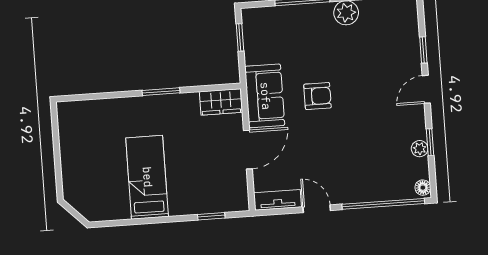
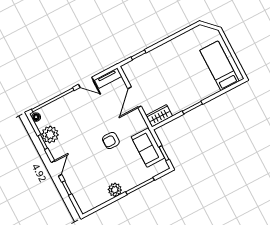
sofa: (265, 96) -> (148, 147), moved
plant: (420, 149) -> (50, 135), width x1.88, depth x1.88
bed: (147, 177) -> (219, 66), moved, turned 180

